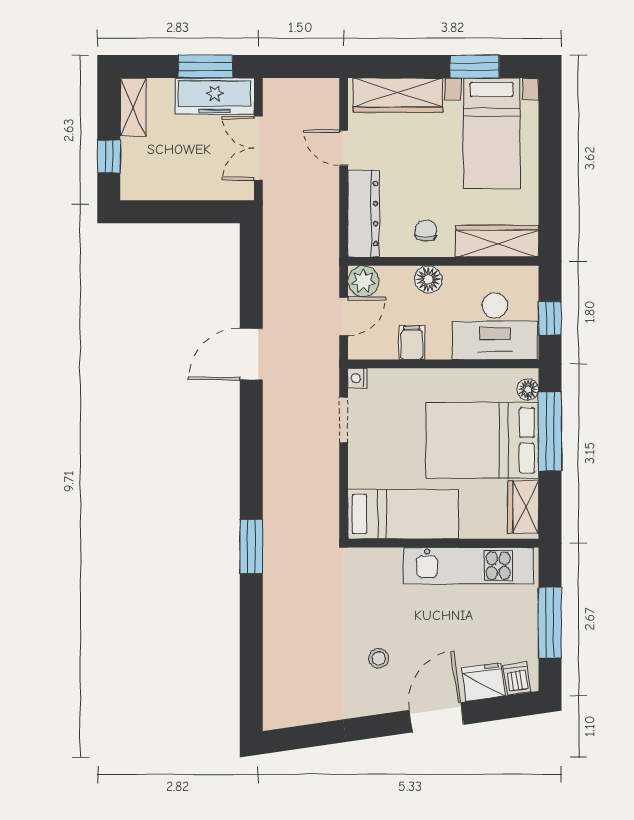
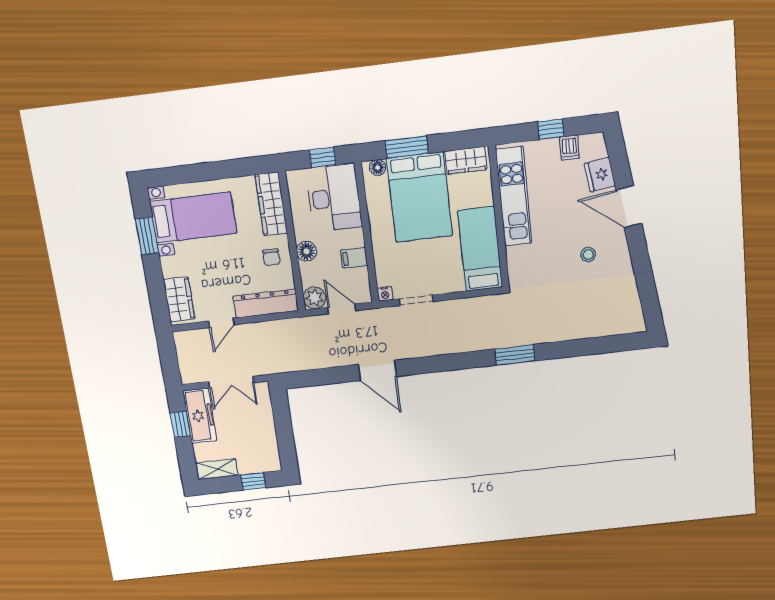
window: (205, 67) -> (180, 424), width x0.67
wardrobe: (398, 95) -> (179, 299), width x0.67
chair: (426, 231) -> (271, 257), turned -90
window: (550, 432) -> (407, 147), width x0.69
window: (550, 623) -> (551, 129), width x0.46
dishwasher: (517, 679) -> (569, 148), moved, turned -82

